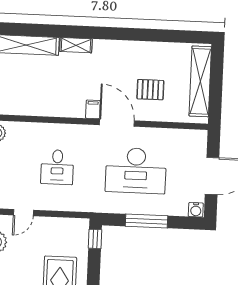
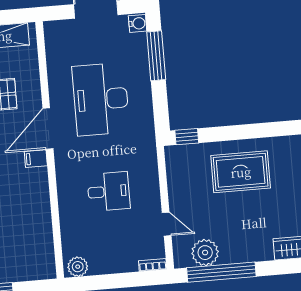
desk: (136, 171) -> (101, 99), turned 180
window: (146, 221) -> (156, 56), moved

